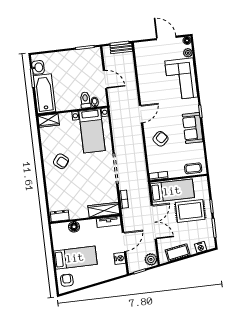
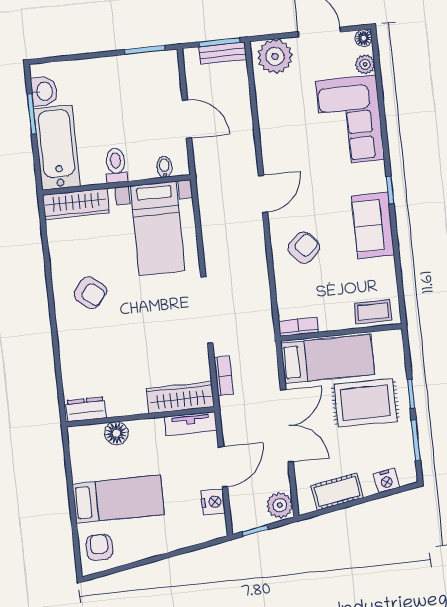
plant: (146, 50) -> (275, 56), added
toilet: (85, 100) -> (116, 165), moved
wardrobe: (49, 120) -> (76, 204), width x1.50

